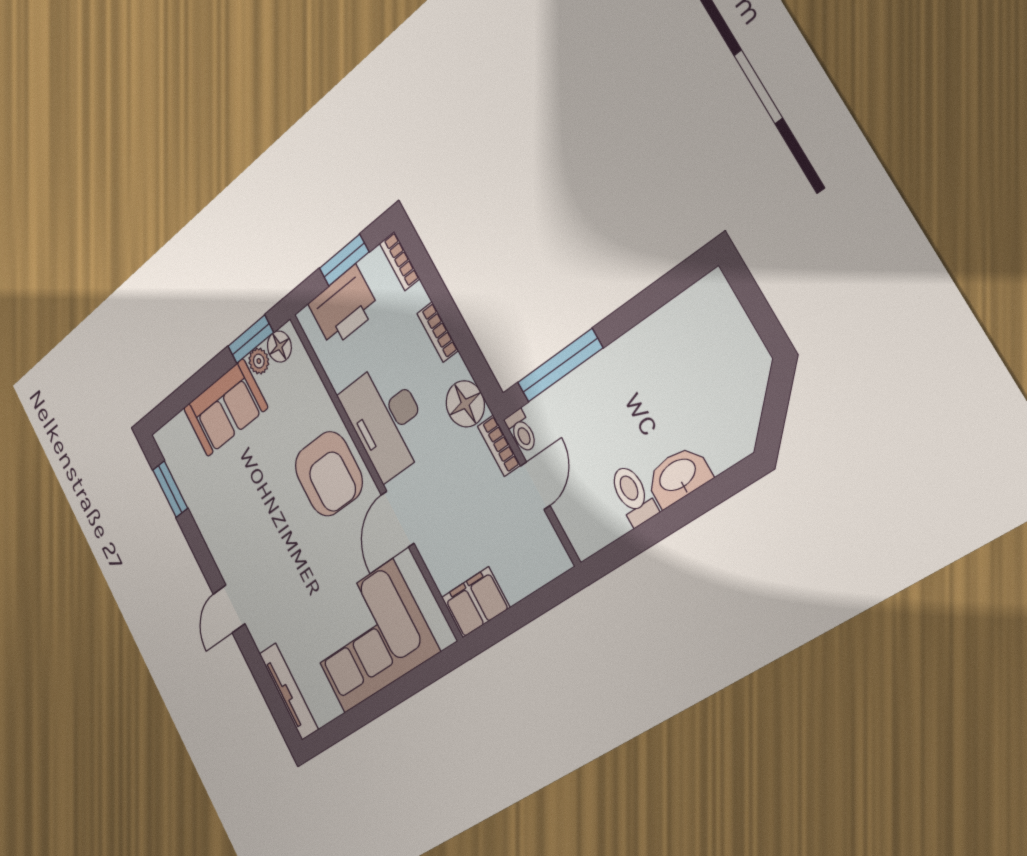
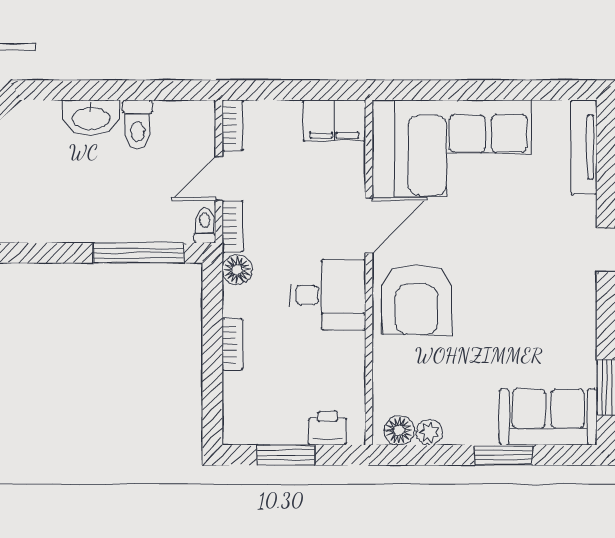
bookcase: (400, 261) -> (232, 125), moved
printer: (343, 307) -> (327, 428), width x0.53, depth x0.68
window: (251, 339) -> (503, 455), moved
floor lamp: (465, 404) -> (237, 270), width x0.73, depth x0.73
sofa: (225, 408) -> (548, 417), moved
desk: (386, 420) -> (328, 295), width x0.73
armchair: (329, 474) -> (417, 300), turned 180

